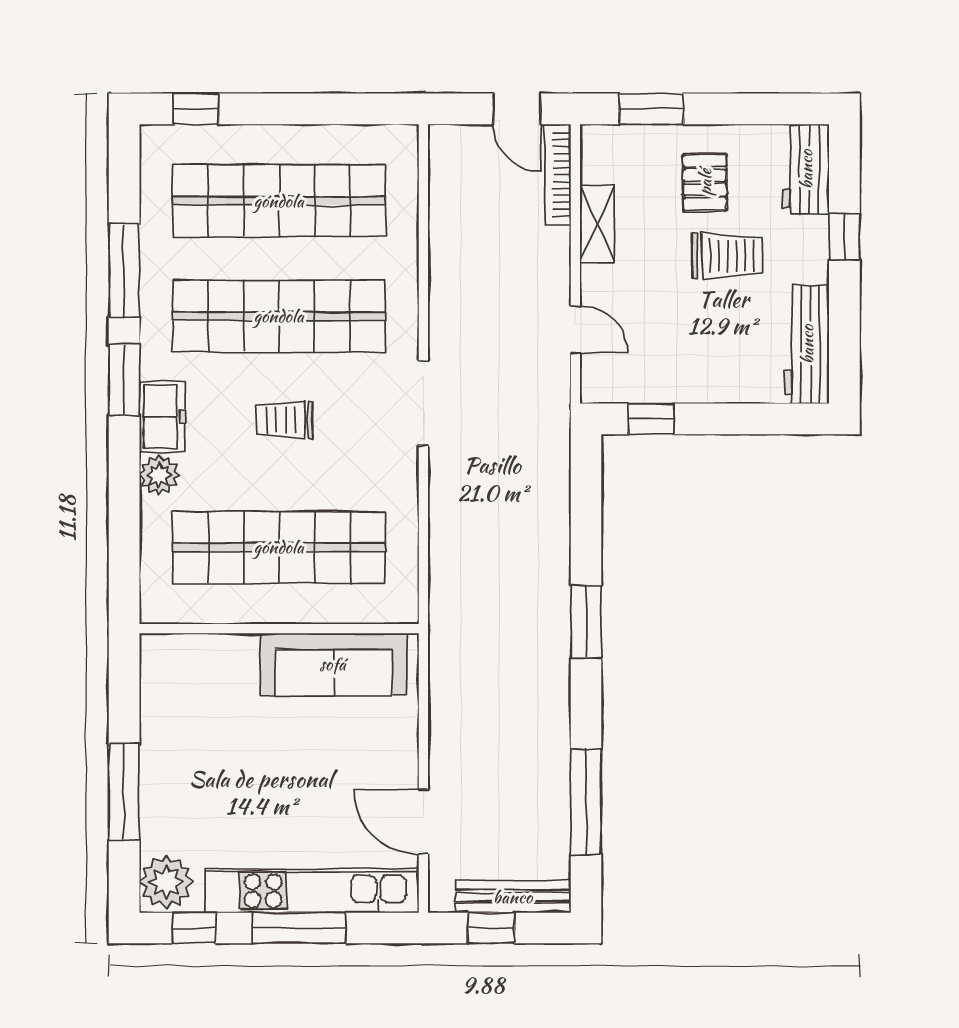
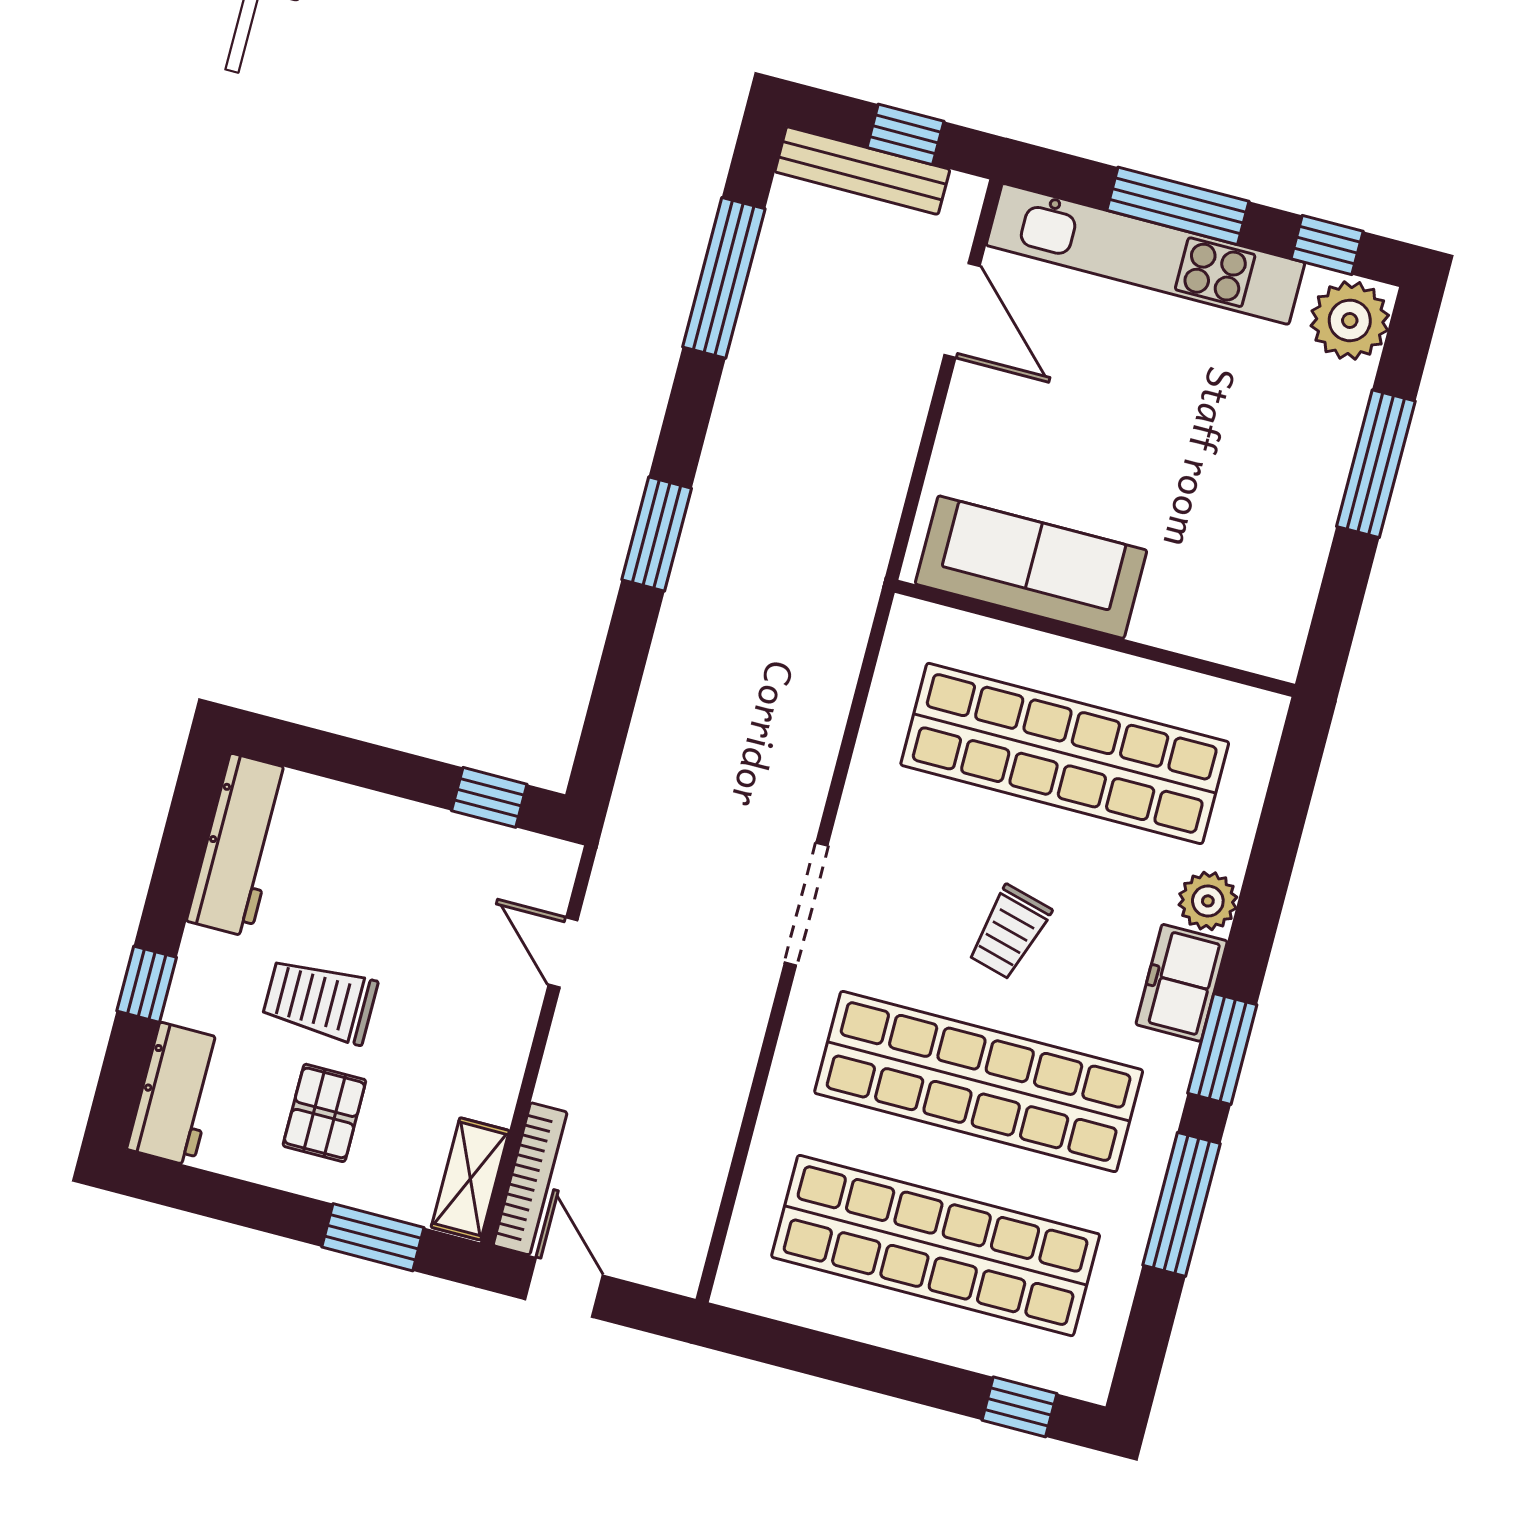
shelving: (597, 224) -> (470, 1179), moved
trolley: (285, 420) -> (1009, 932), turned 105

